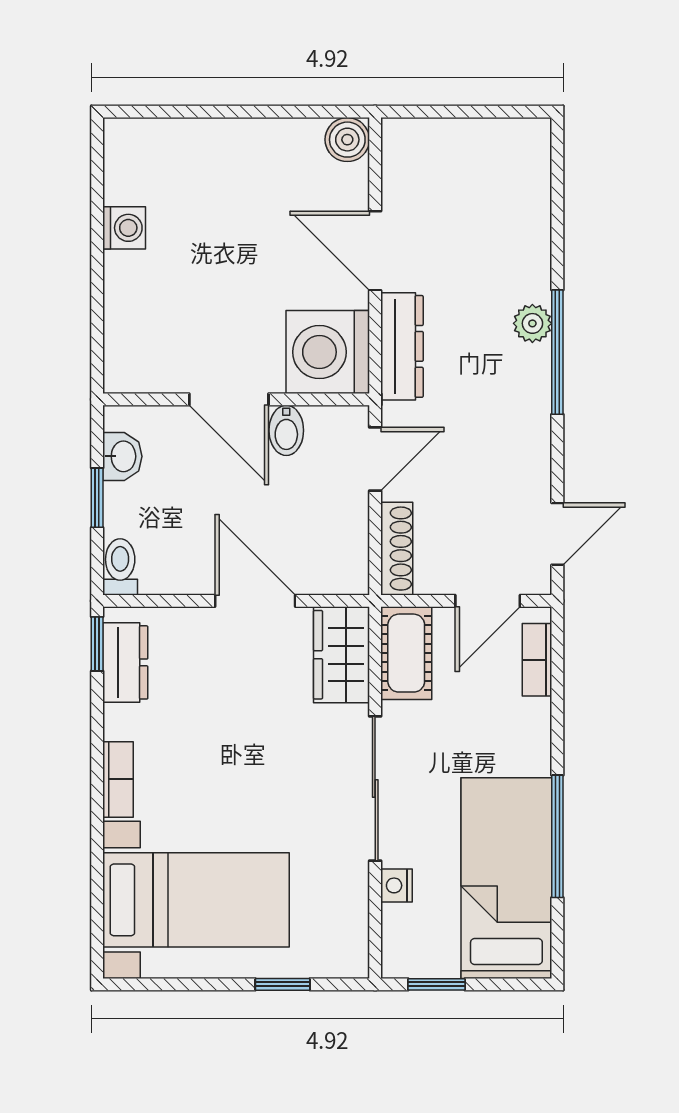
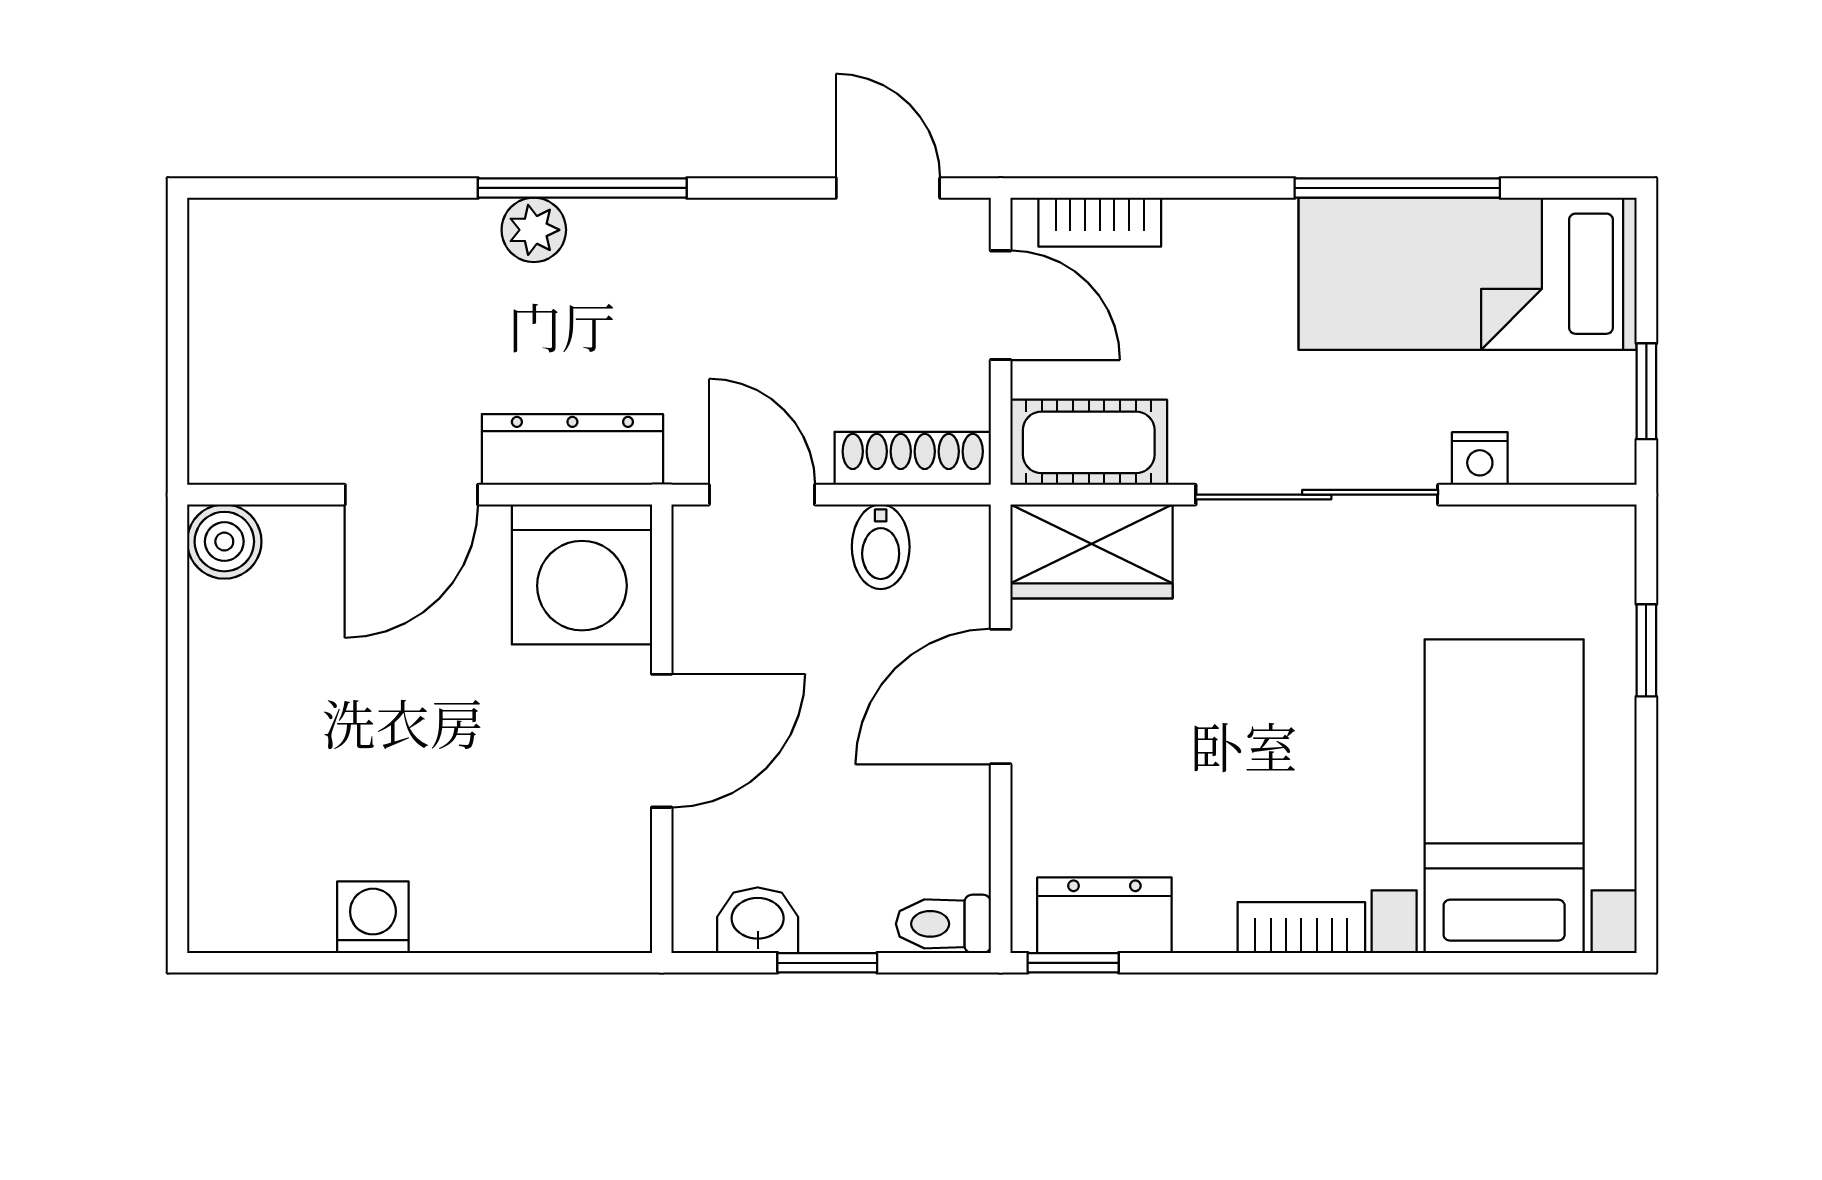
bidet: (286, 430) -> (881, 547), moved, turned 90

